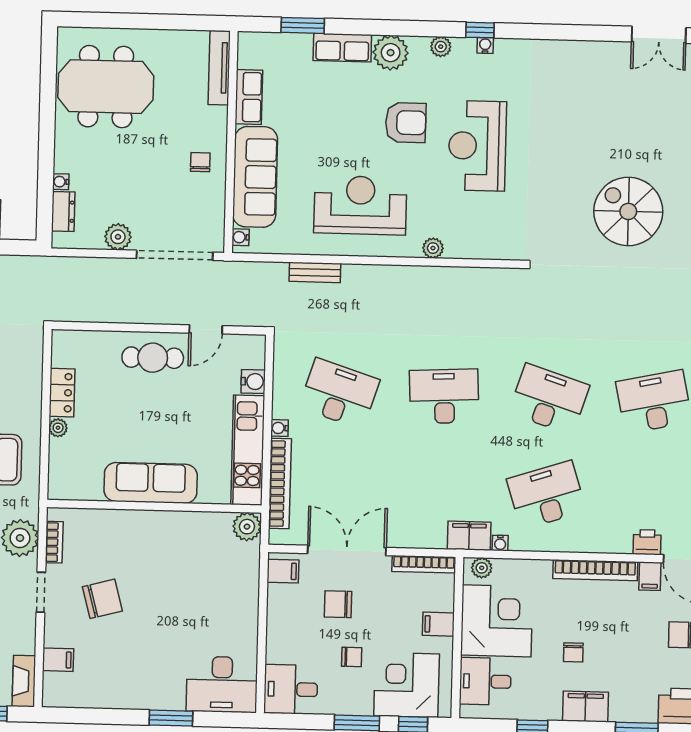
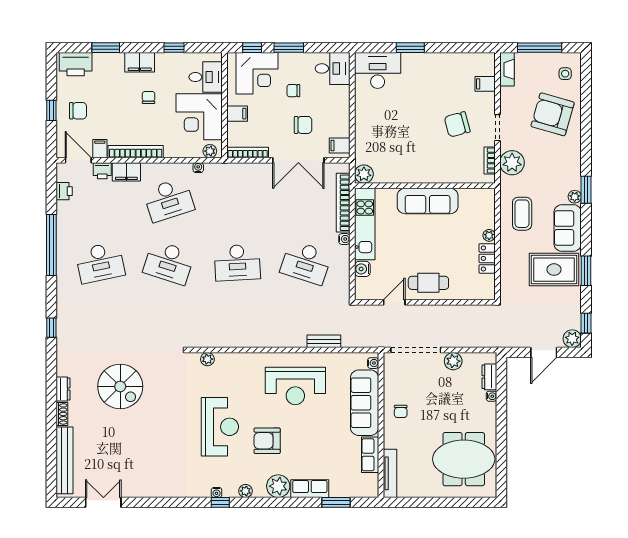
plant: (433, 248) -> (207, 359), moved
filing cabinet: (469, 536) -> (126, 172), moved

